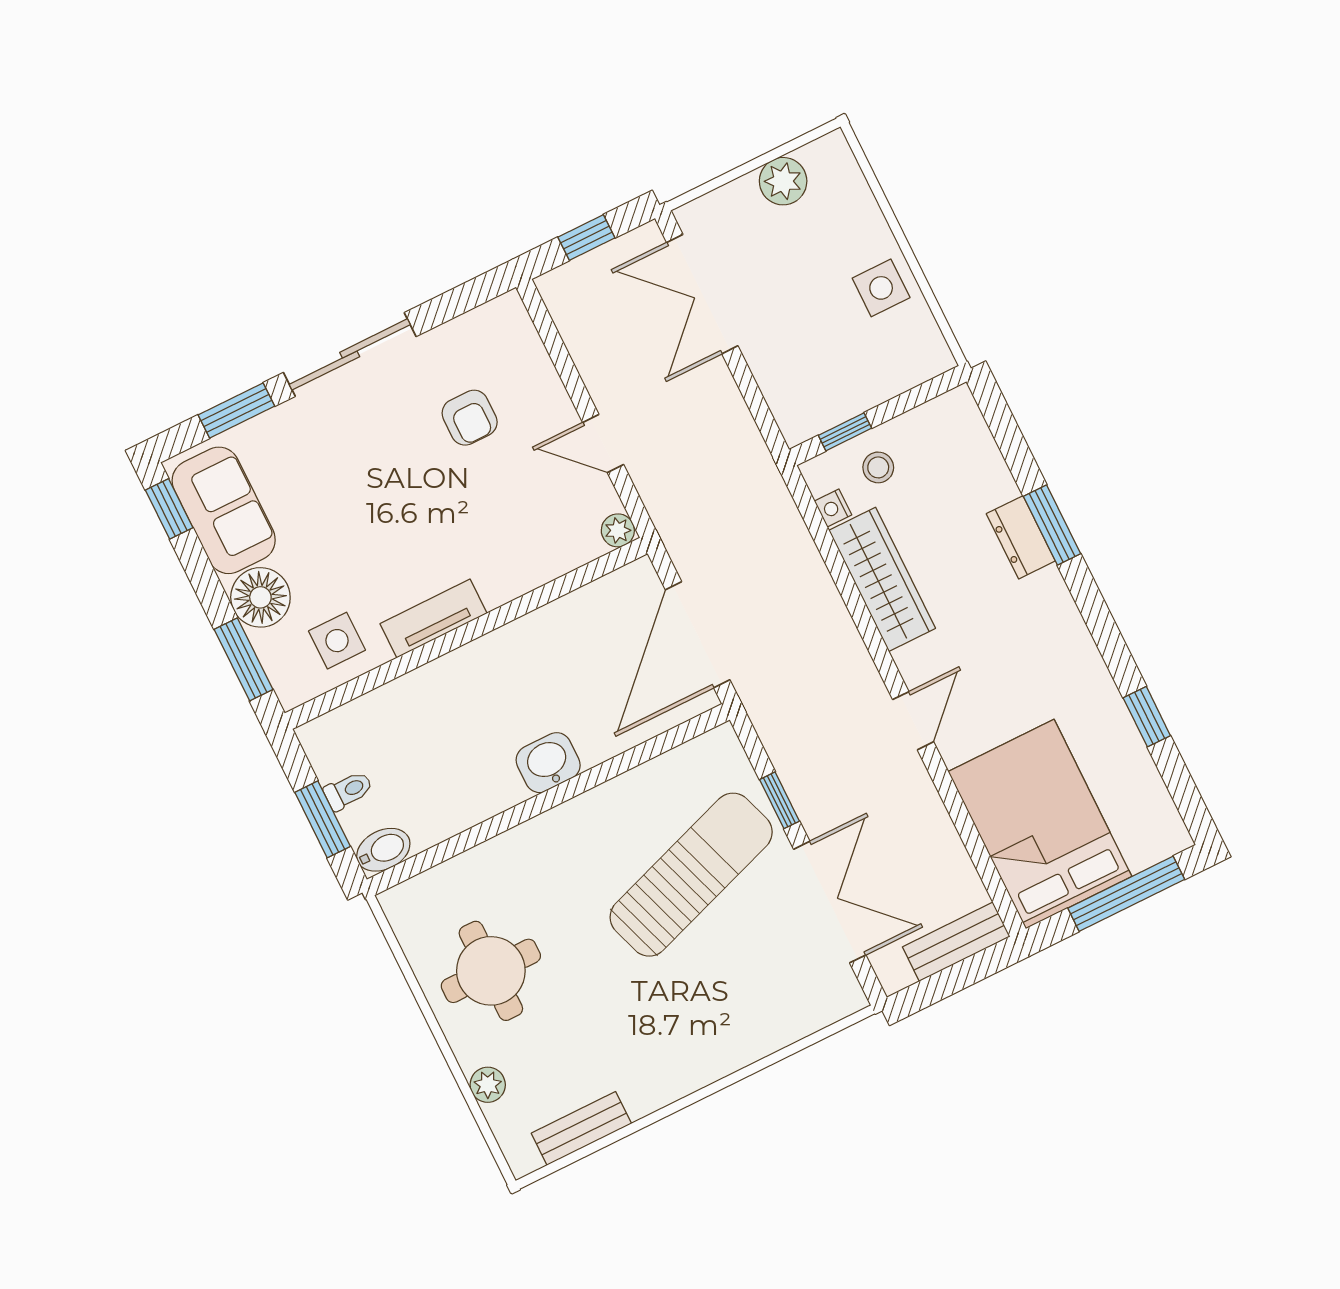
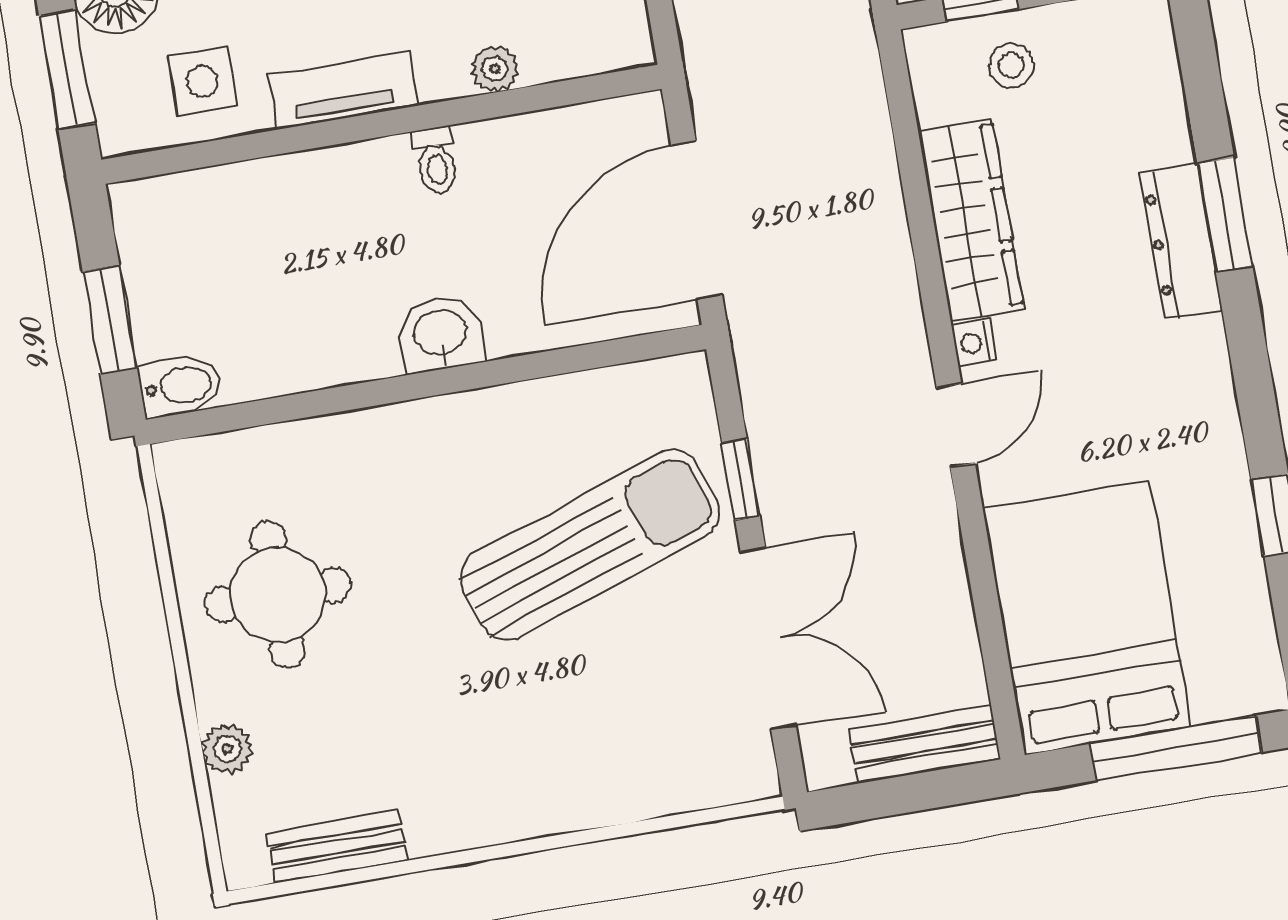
nightstand: (833, 508) -> (974, 343), moved
plant: (618, 530) -> (495, 69), moved
dresser: (1021, 537) -> (1181, 241), width x1.44
toilet: (348, 790) -> (436, 161), moved, turned 90

